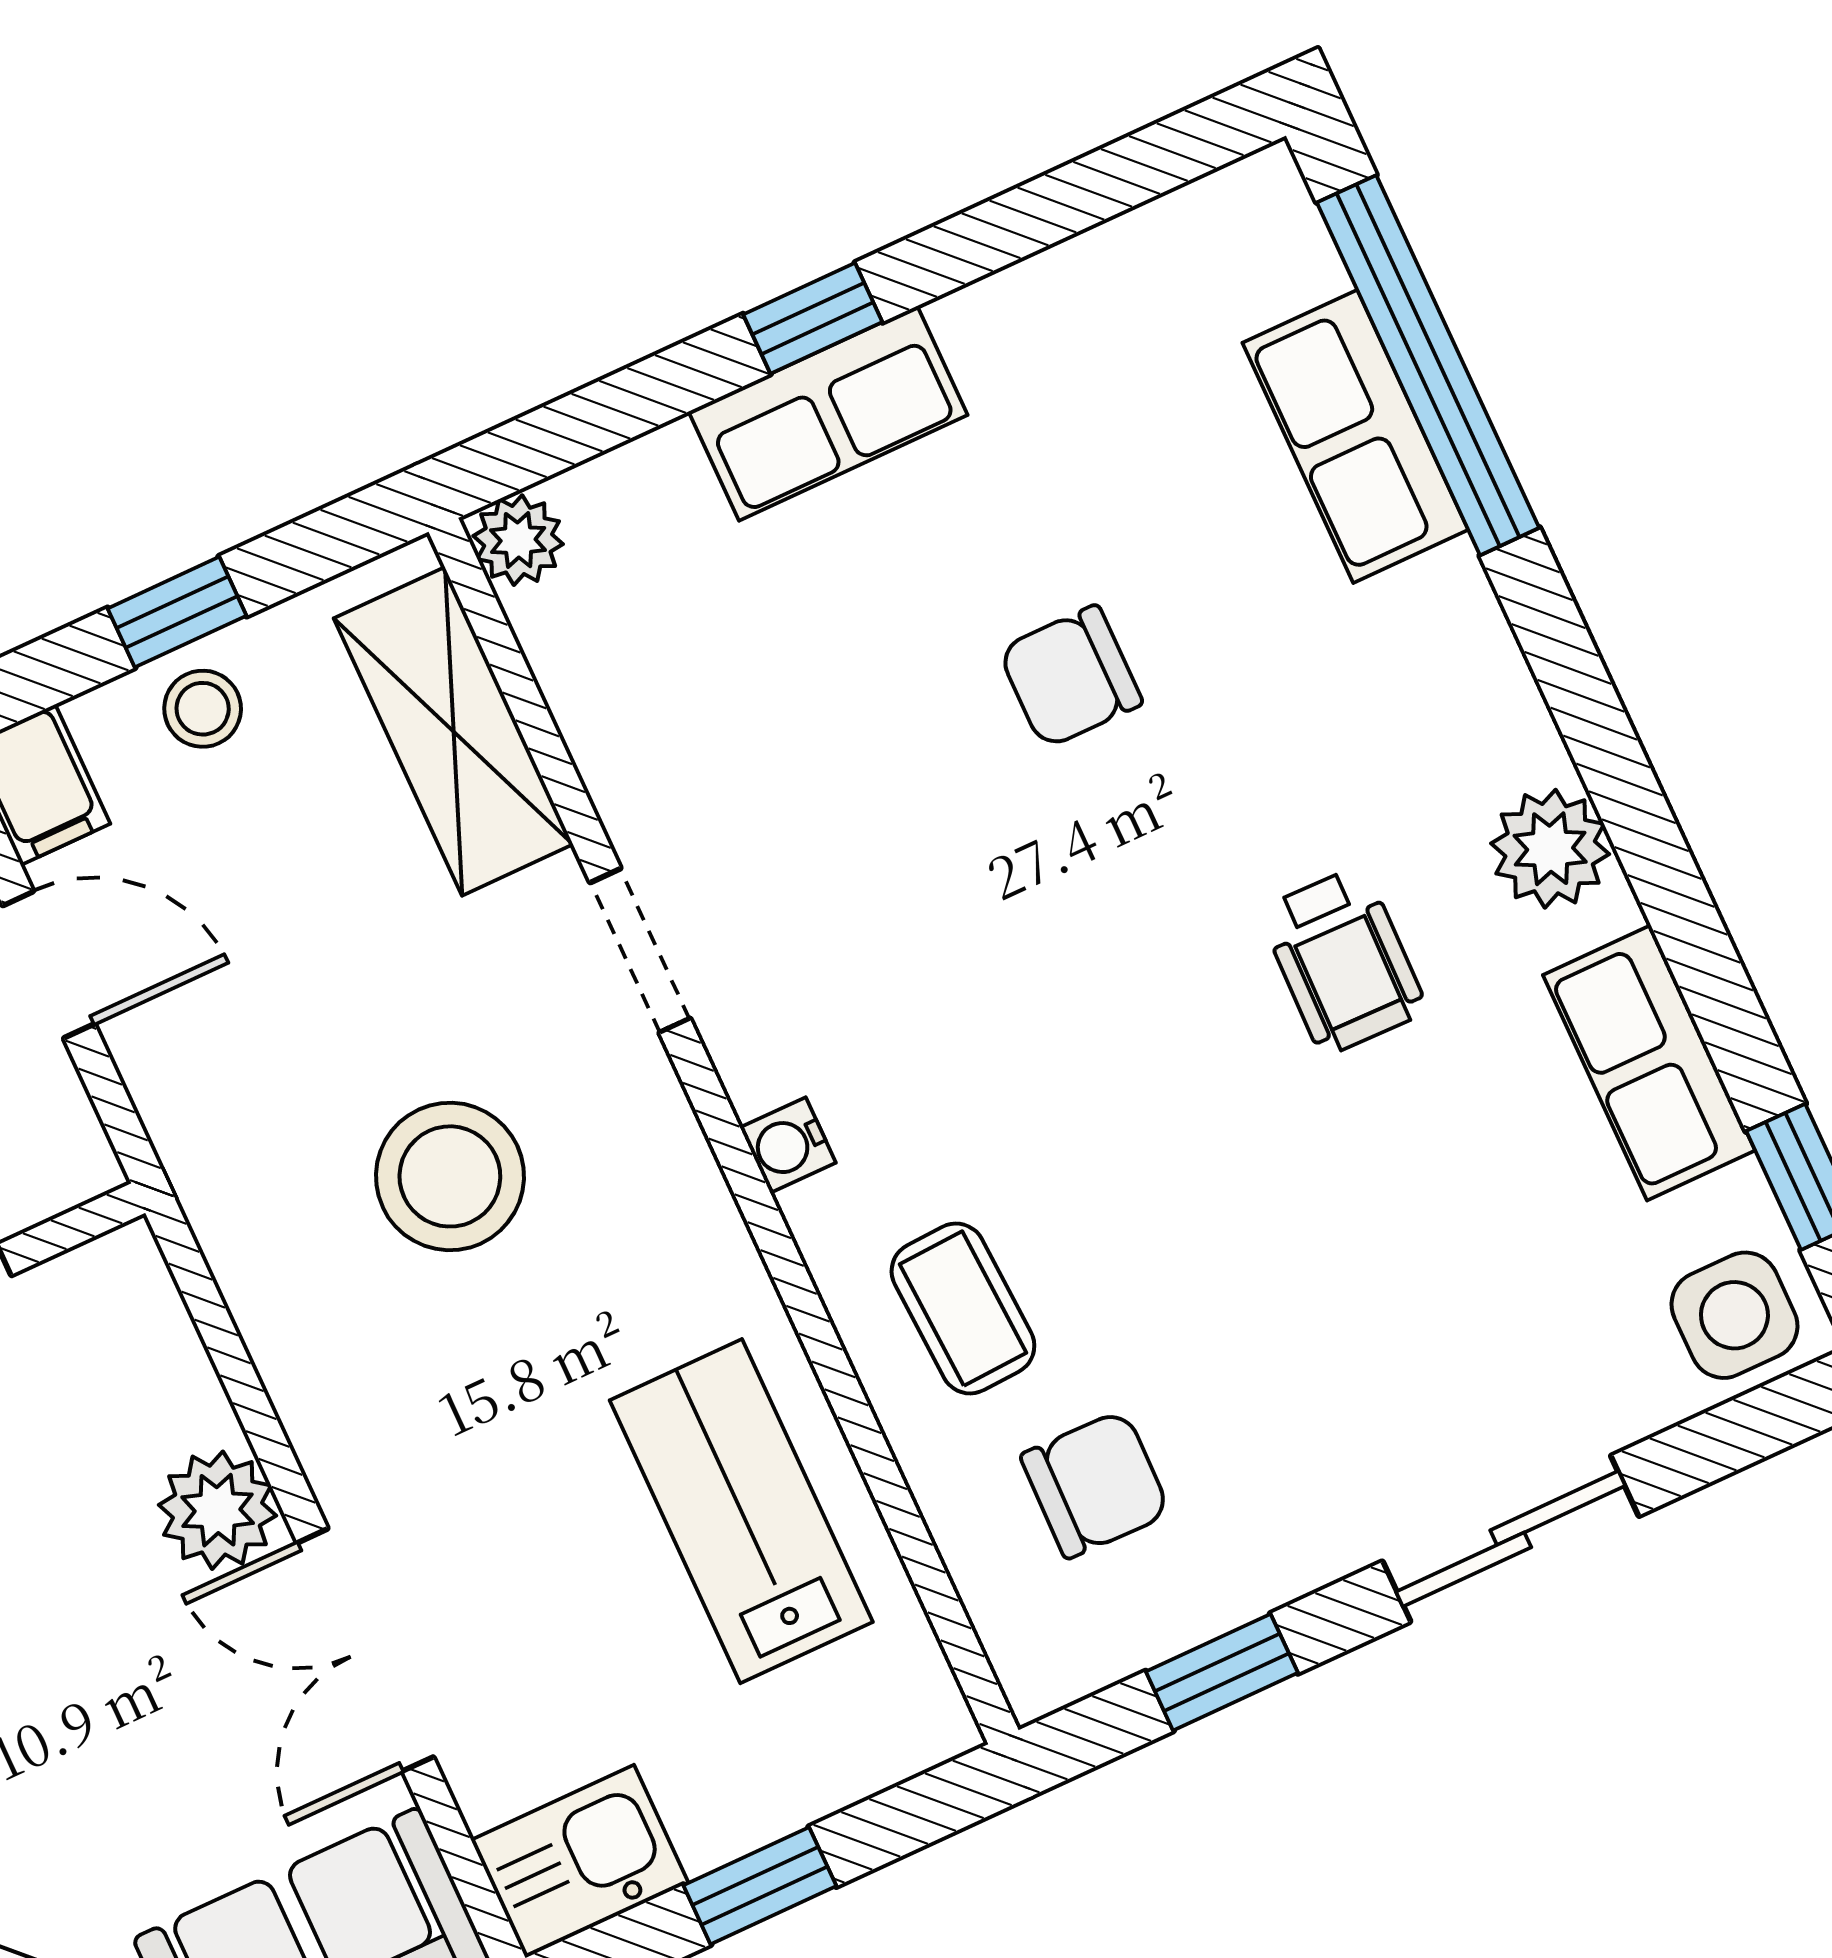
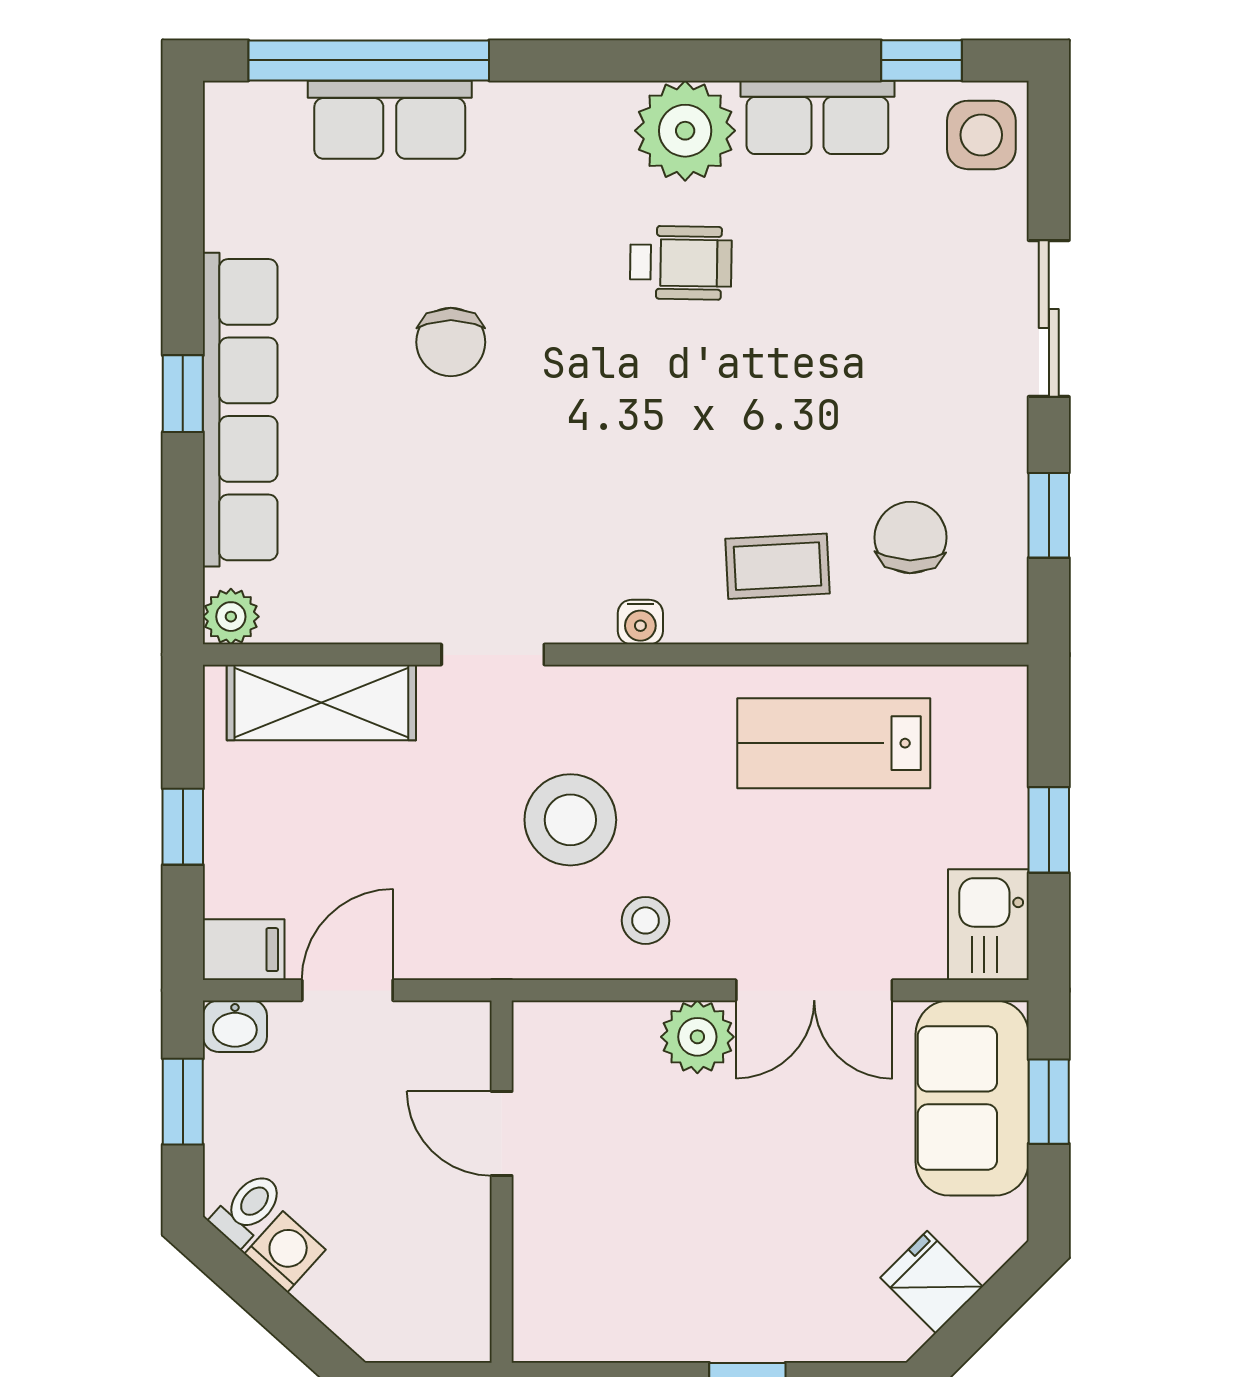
row of seats: (828, 413) -> (240, 410), width x2.02
stool: (203, 709) -> (646, 920), moved
plant: (1550, 849) -> (685, 131), width x1.36, depth x1.36

